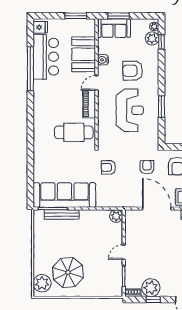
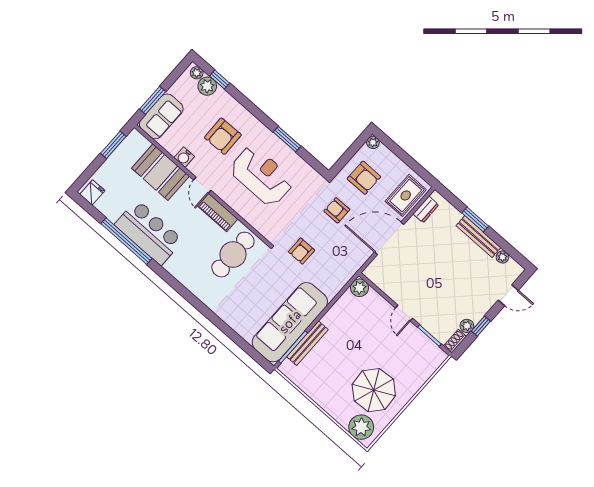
bar counter: (46, 57) -> (149, 232), moved
plant: (151, 288) -> (467, 326), width x0.53, depth x0.53

